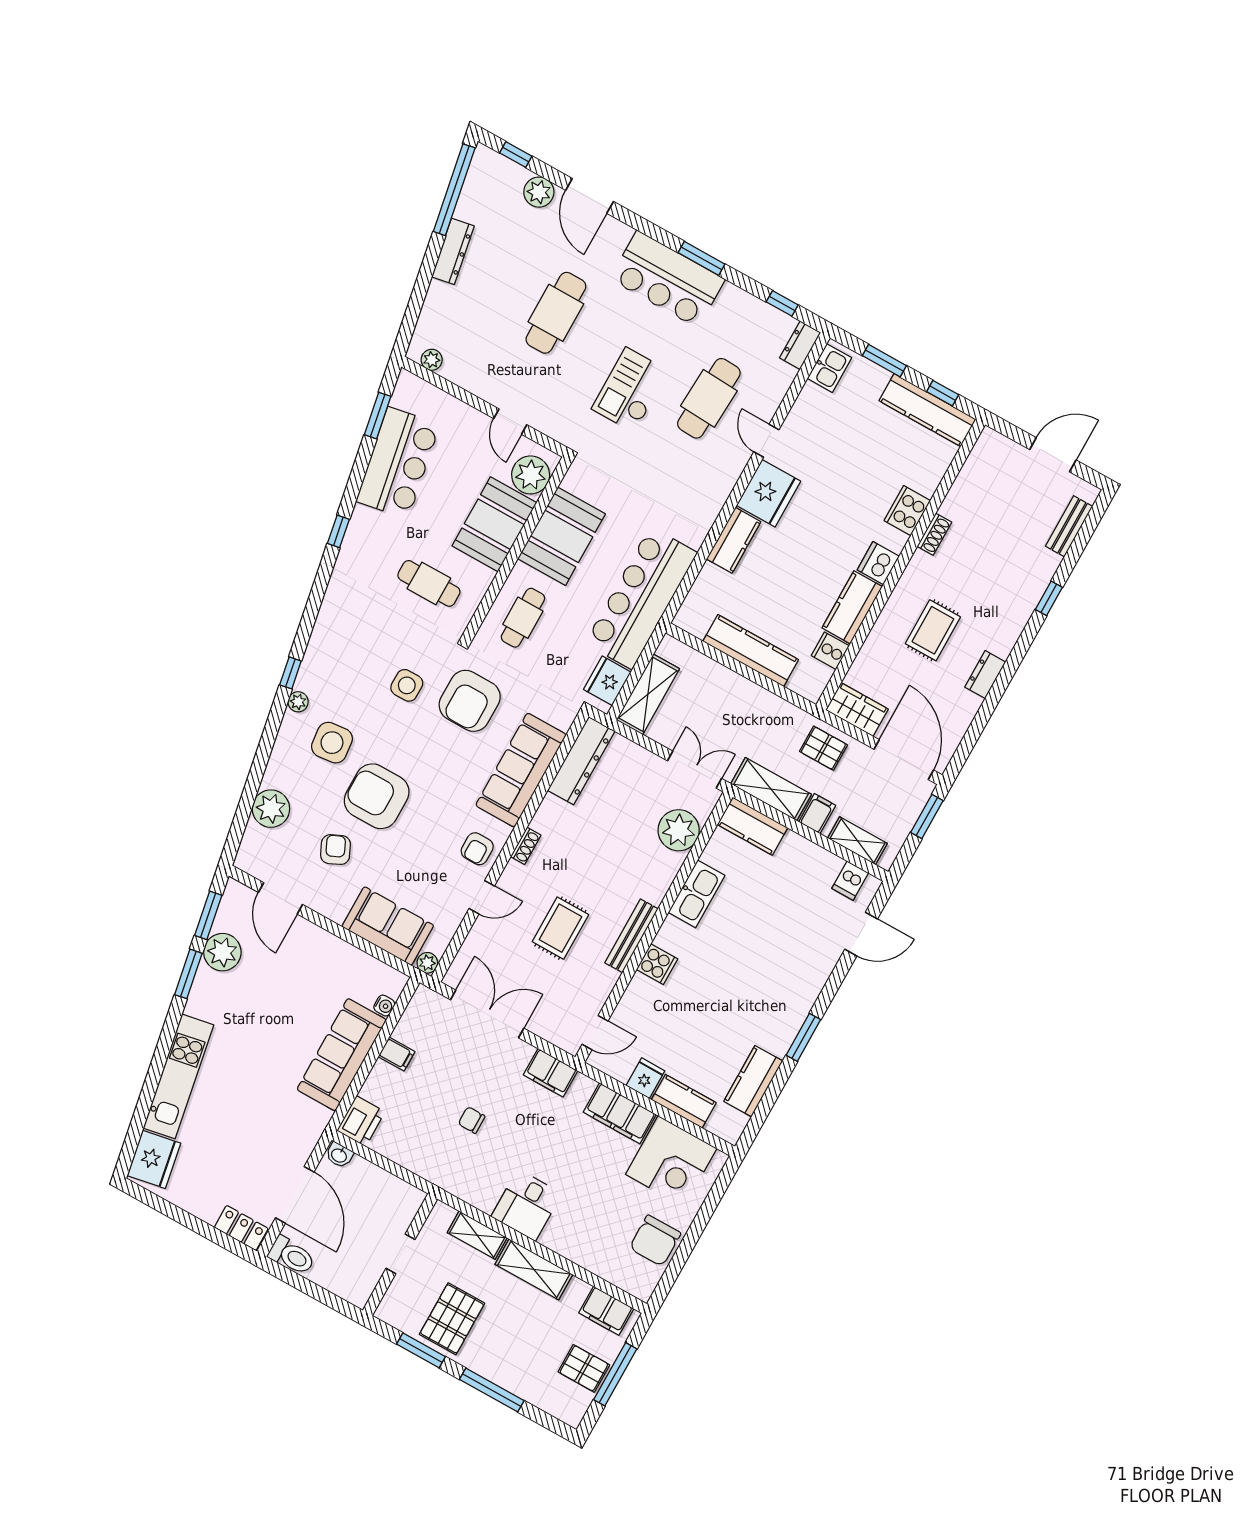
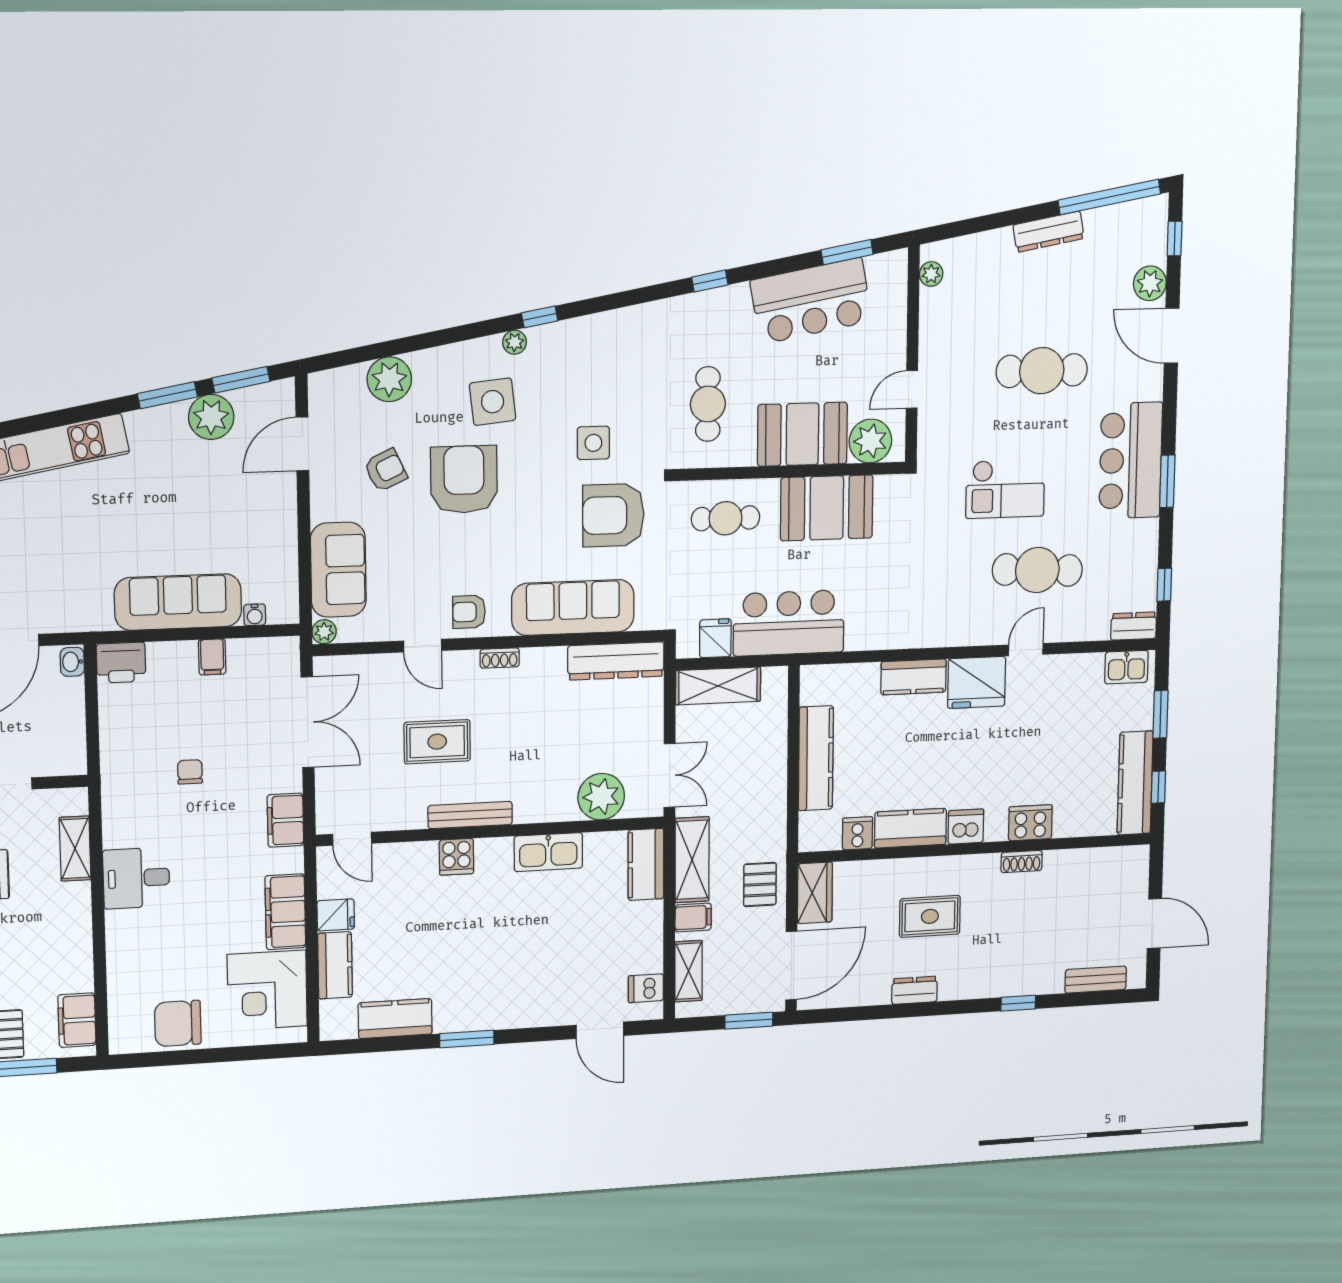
door: (590, 196) -> (1172, 336), hinge flipped
checkout: (630, 390) -> (1005, 489), turned 180
bar counter: (641, 598) -> (789, 623), width x0.73
fridge: (607, 681) -> (715, 638), width x0.72
shelving: (534, 1269) -> (75, 925), removed

